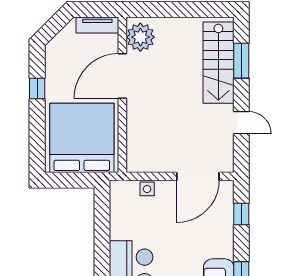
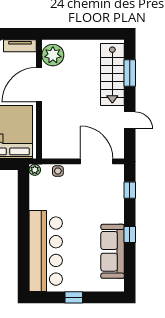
door: (198, 176) -> (97, 161), swing flipped
plant: (117, 187) -> (35, 170), added

